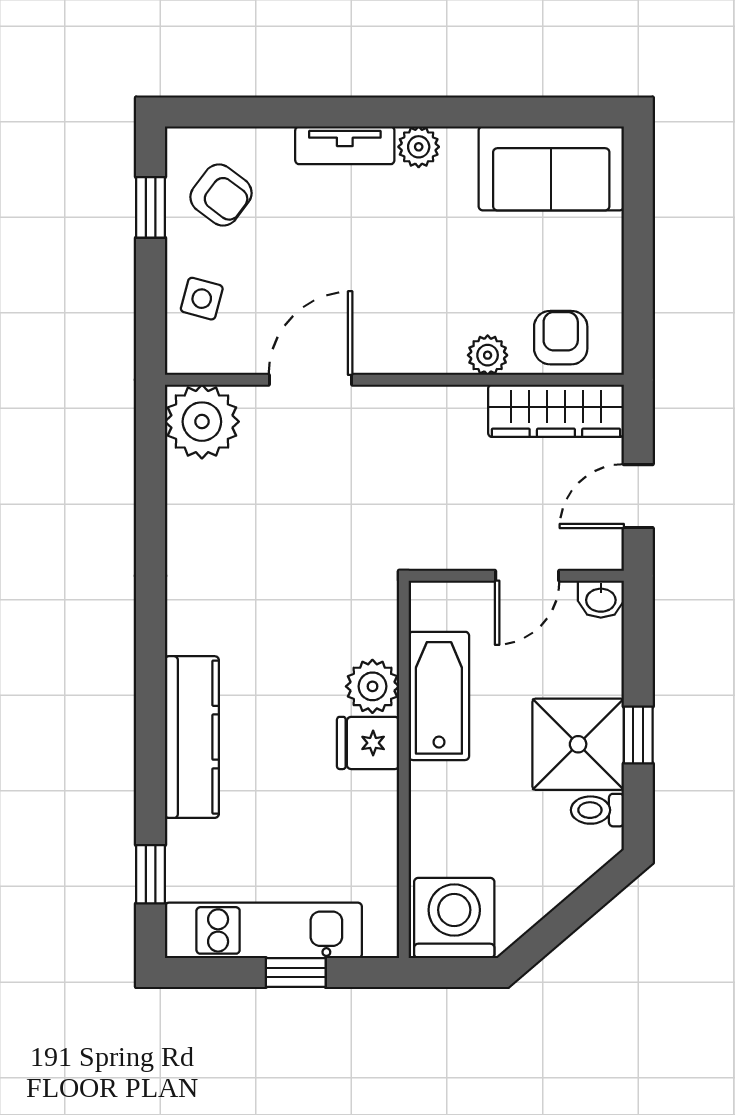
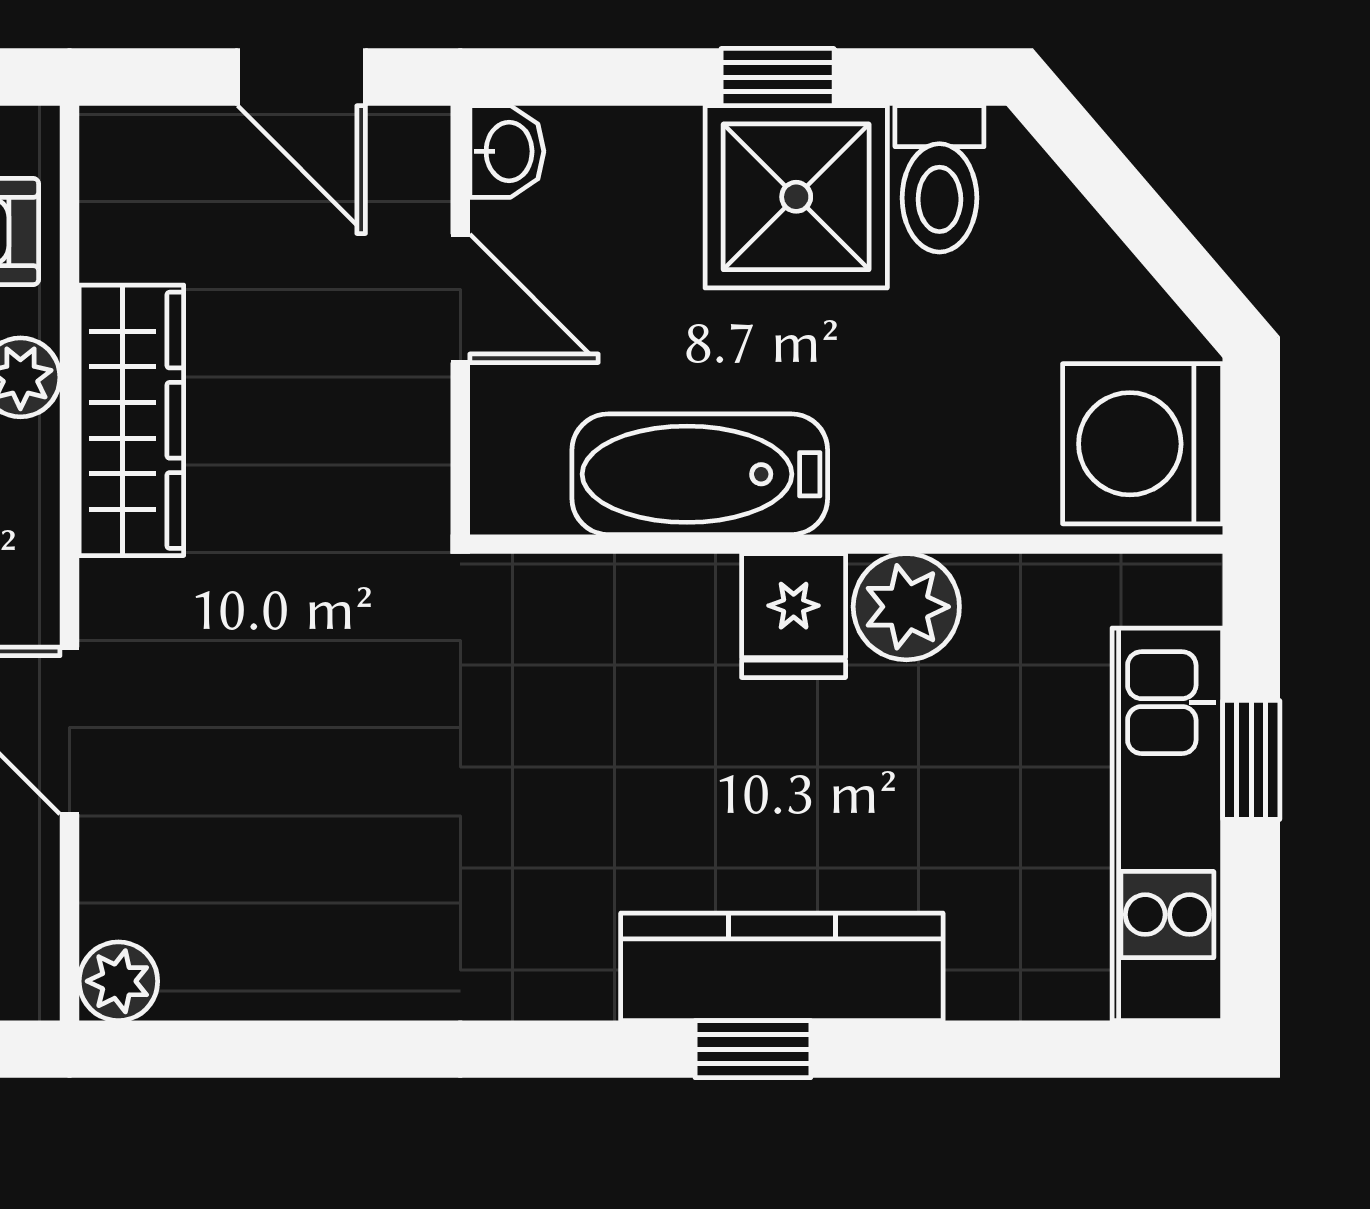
wardrobe: (556, 411) -> (131, 420), moved
plant: (202, 422) -> (118, 981), width x0.53, depth x0.53
plant: (372, 686) -> (906, 607), moved
toilet: (597, 810) -> (939, 179), width x1.37, depth x1.39
window: (151, 874) -> (753, 1049), moved

